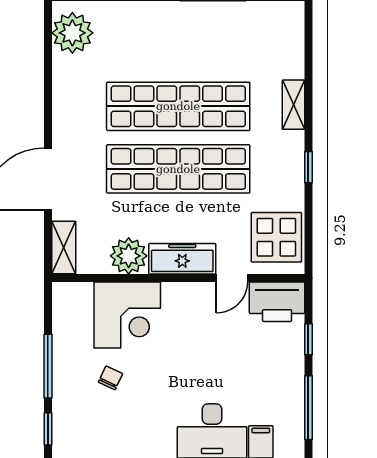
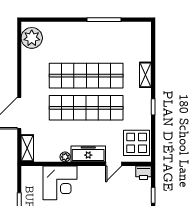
plant: (129, 256) -> (65, 157), width x0.53, depth x0.53
printer: (277, 302) -> (143, 173), width x0.53, depth x0.68

